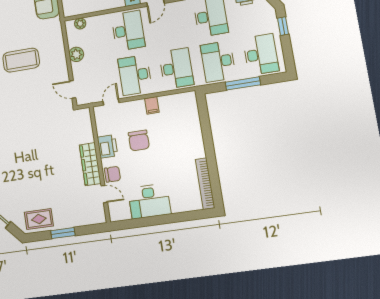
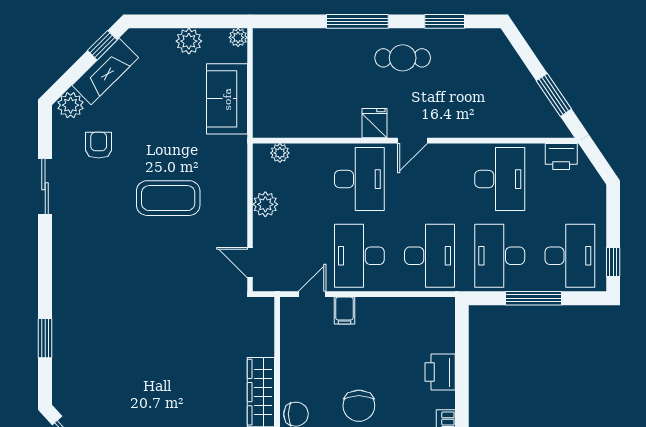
window: (283, 26) -> (613, 262), moved
filing cabinet: (152, 105) -> (344, 310), moved
chair: (139, 140) -> (359, 406), moved
printer: (108, 146) -> (440, 372), moved, turned 180

